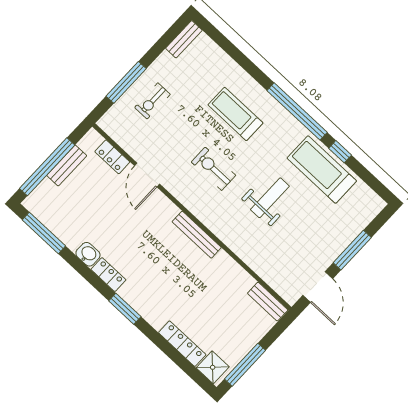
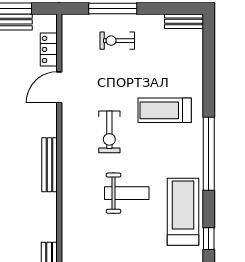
treadmill: (235, 114) -> (165, 110), turned -90
window: (340, 152) -> (209, 239), moved
exercise bike: (213, 169) -> (109, 132), turned 180

